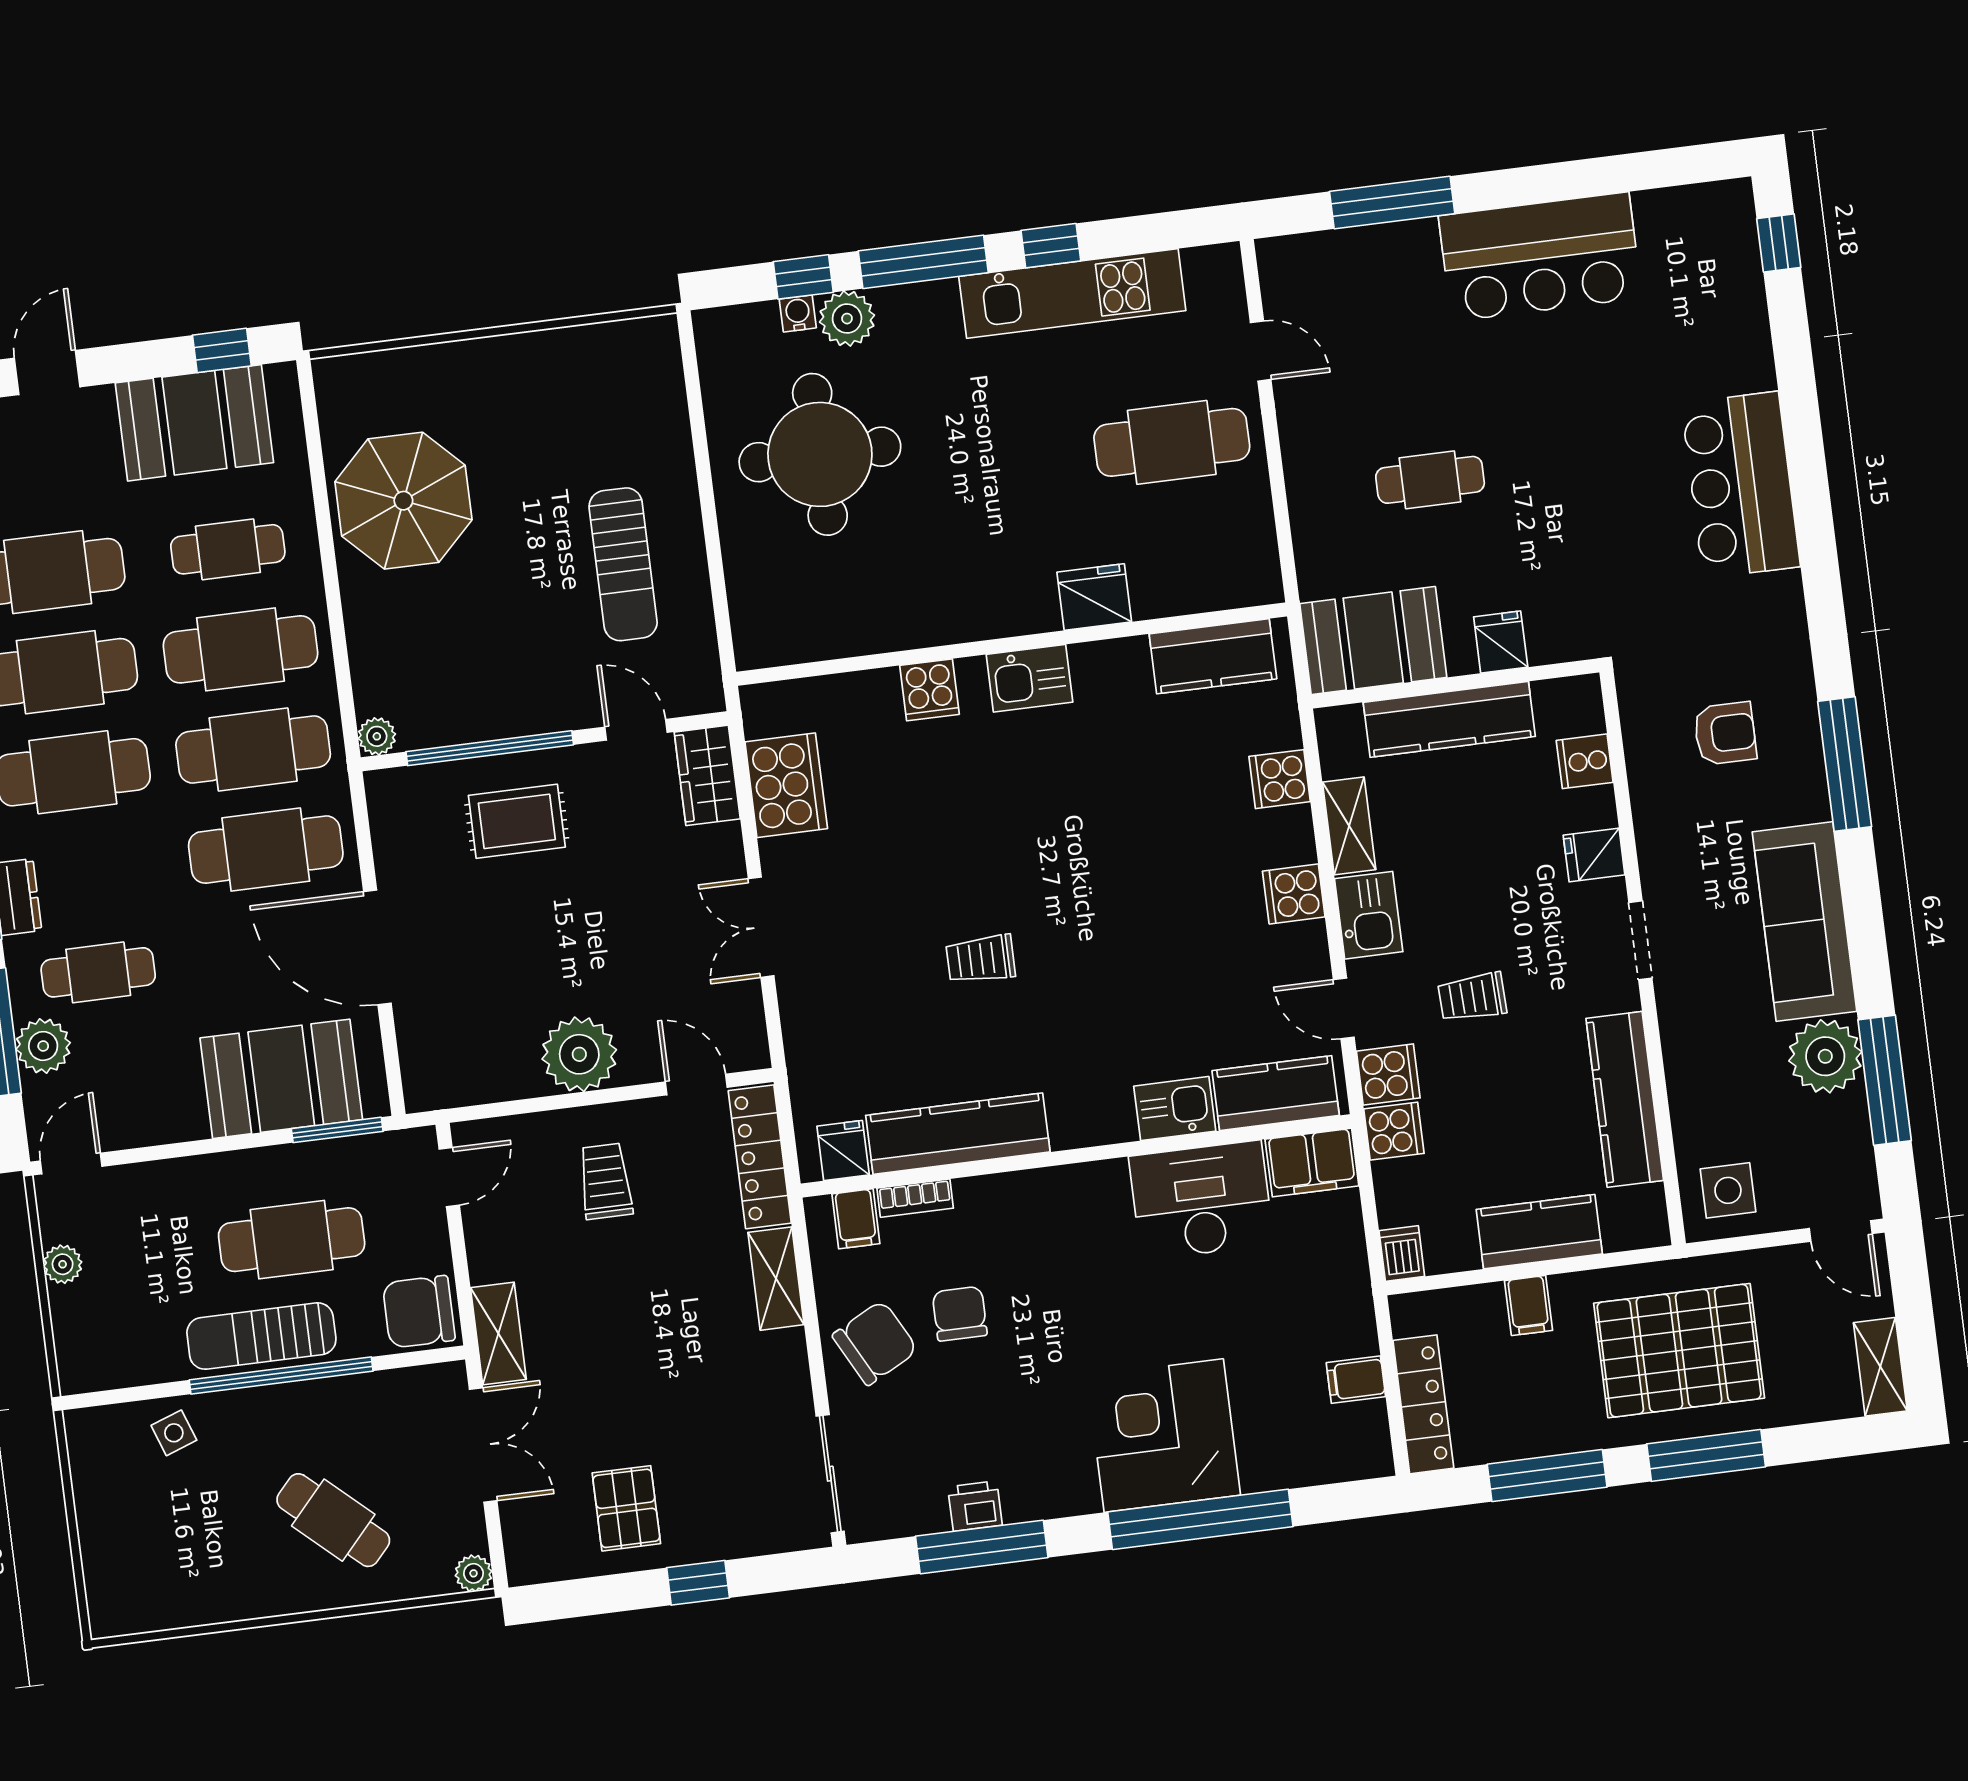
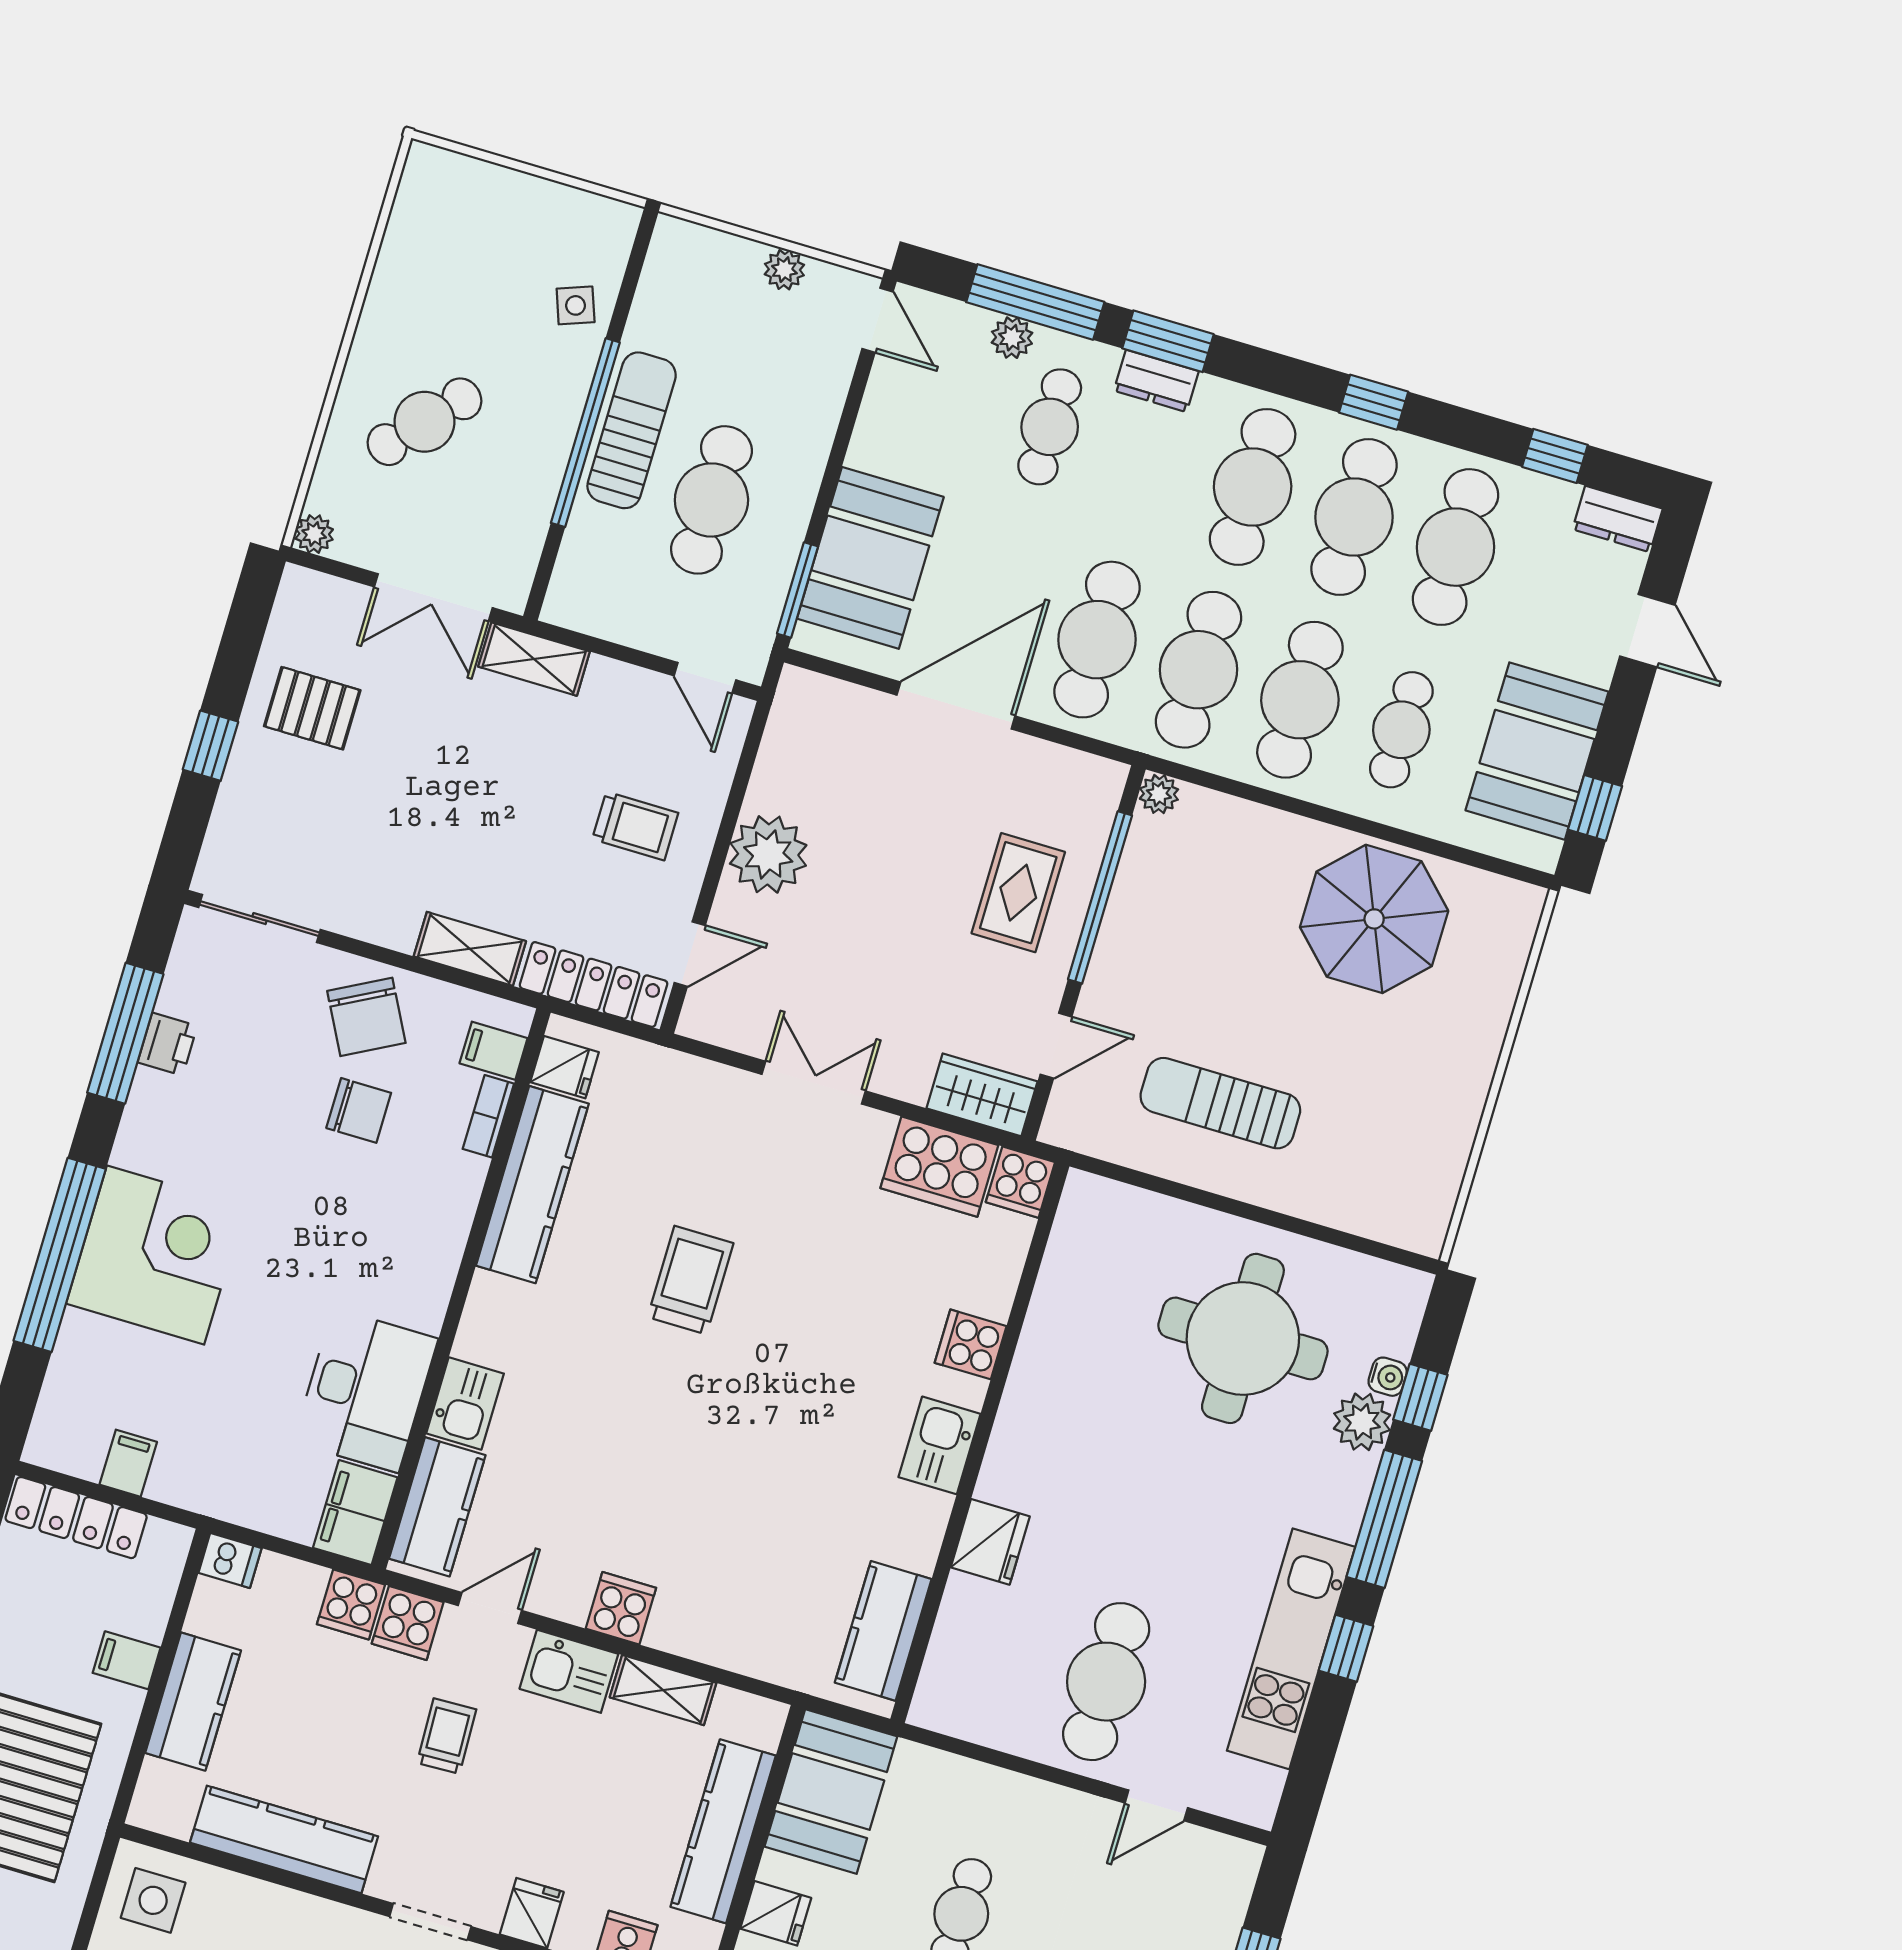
cooker: (1280, 779) -> (1020, 1182), moved, turned 180
trolley: (981, 959) -> (690, 1280), width x1.36, depth x1.39
plant: (43, 1046) -> (1012, 338), width x0.73, depth x0.73
chair: (419, 1312) -> (589, 592), removed

